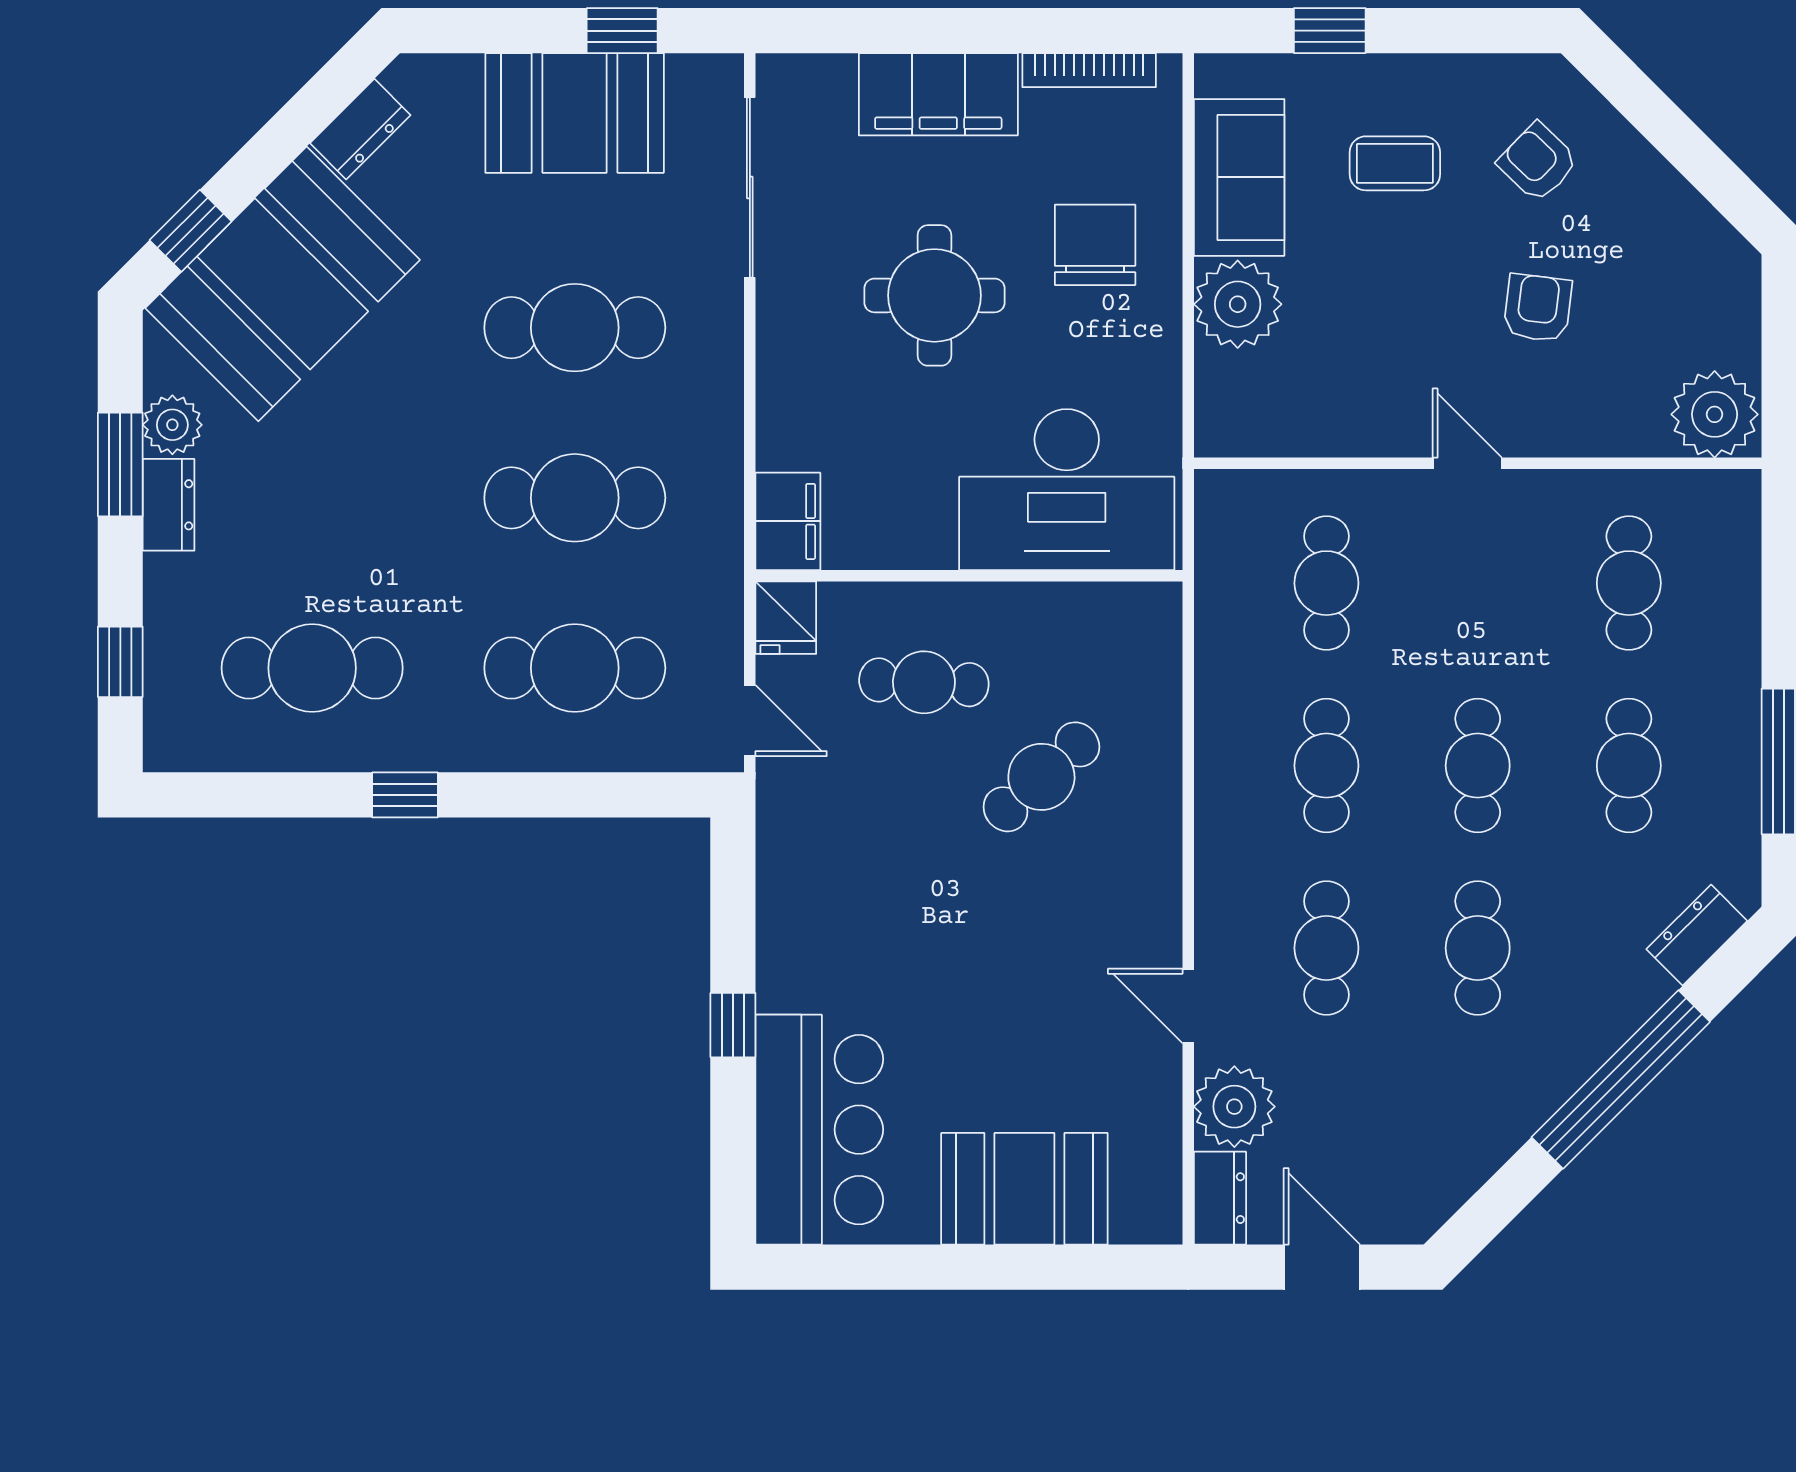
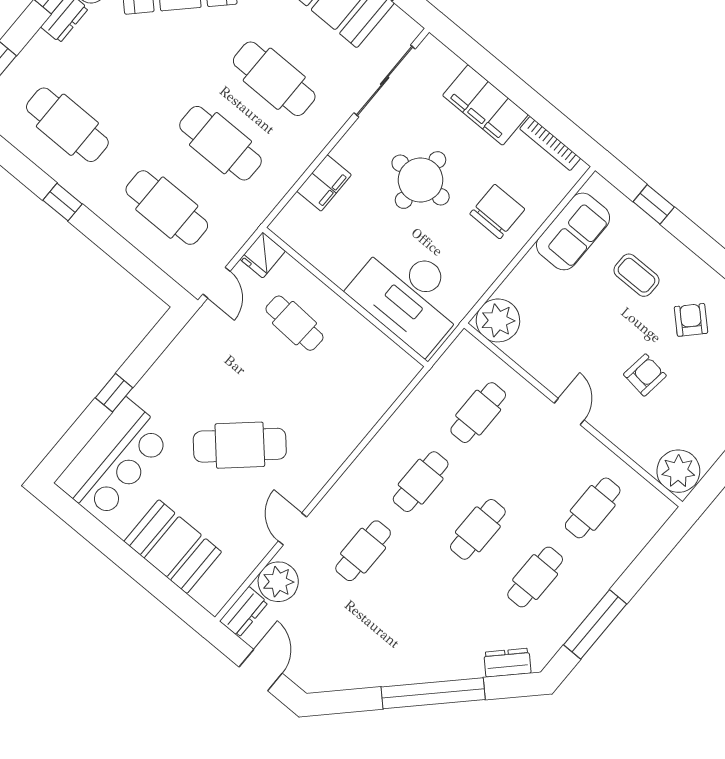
plant: (1238, 304) -> (498, 320), moved
filing cabinet: (788, 521) -> (324, 183), moved
cafe table: (1041, 777) -> (240, 445), moved, width x1.37, depth x1.35
cafe table: (1478, 948) -> (420, 598), removed

